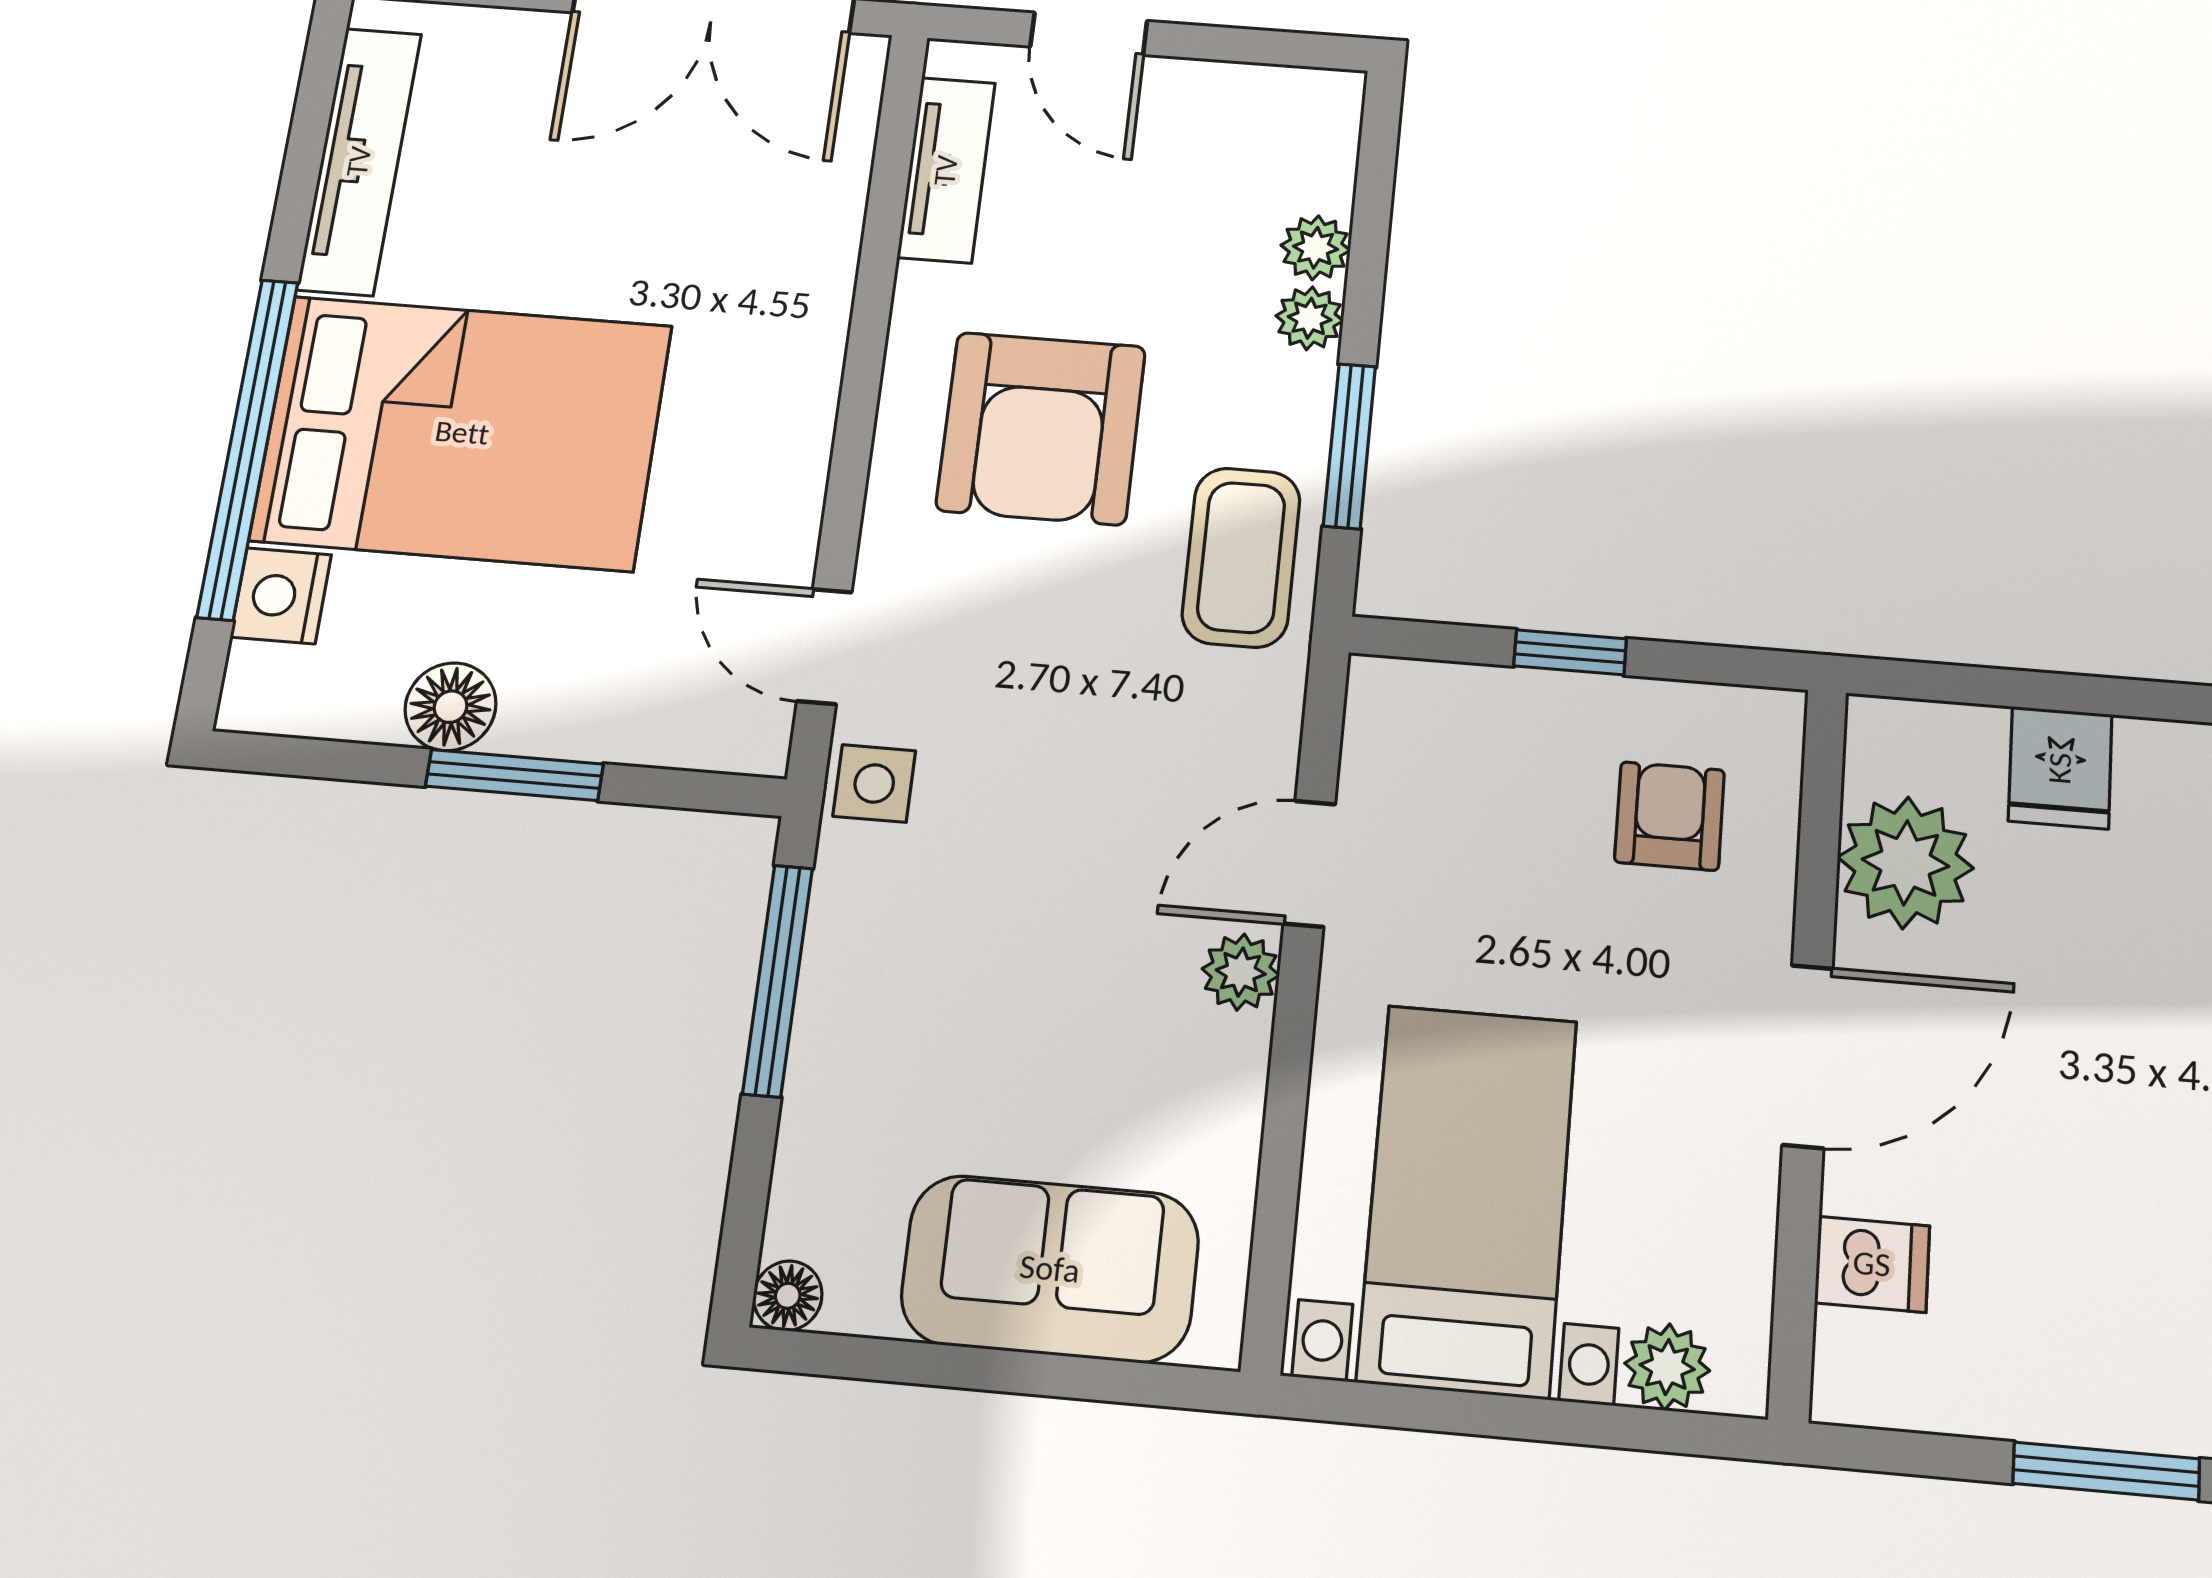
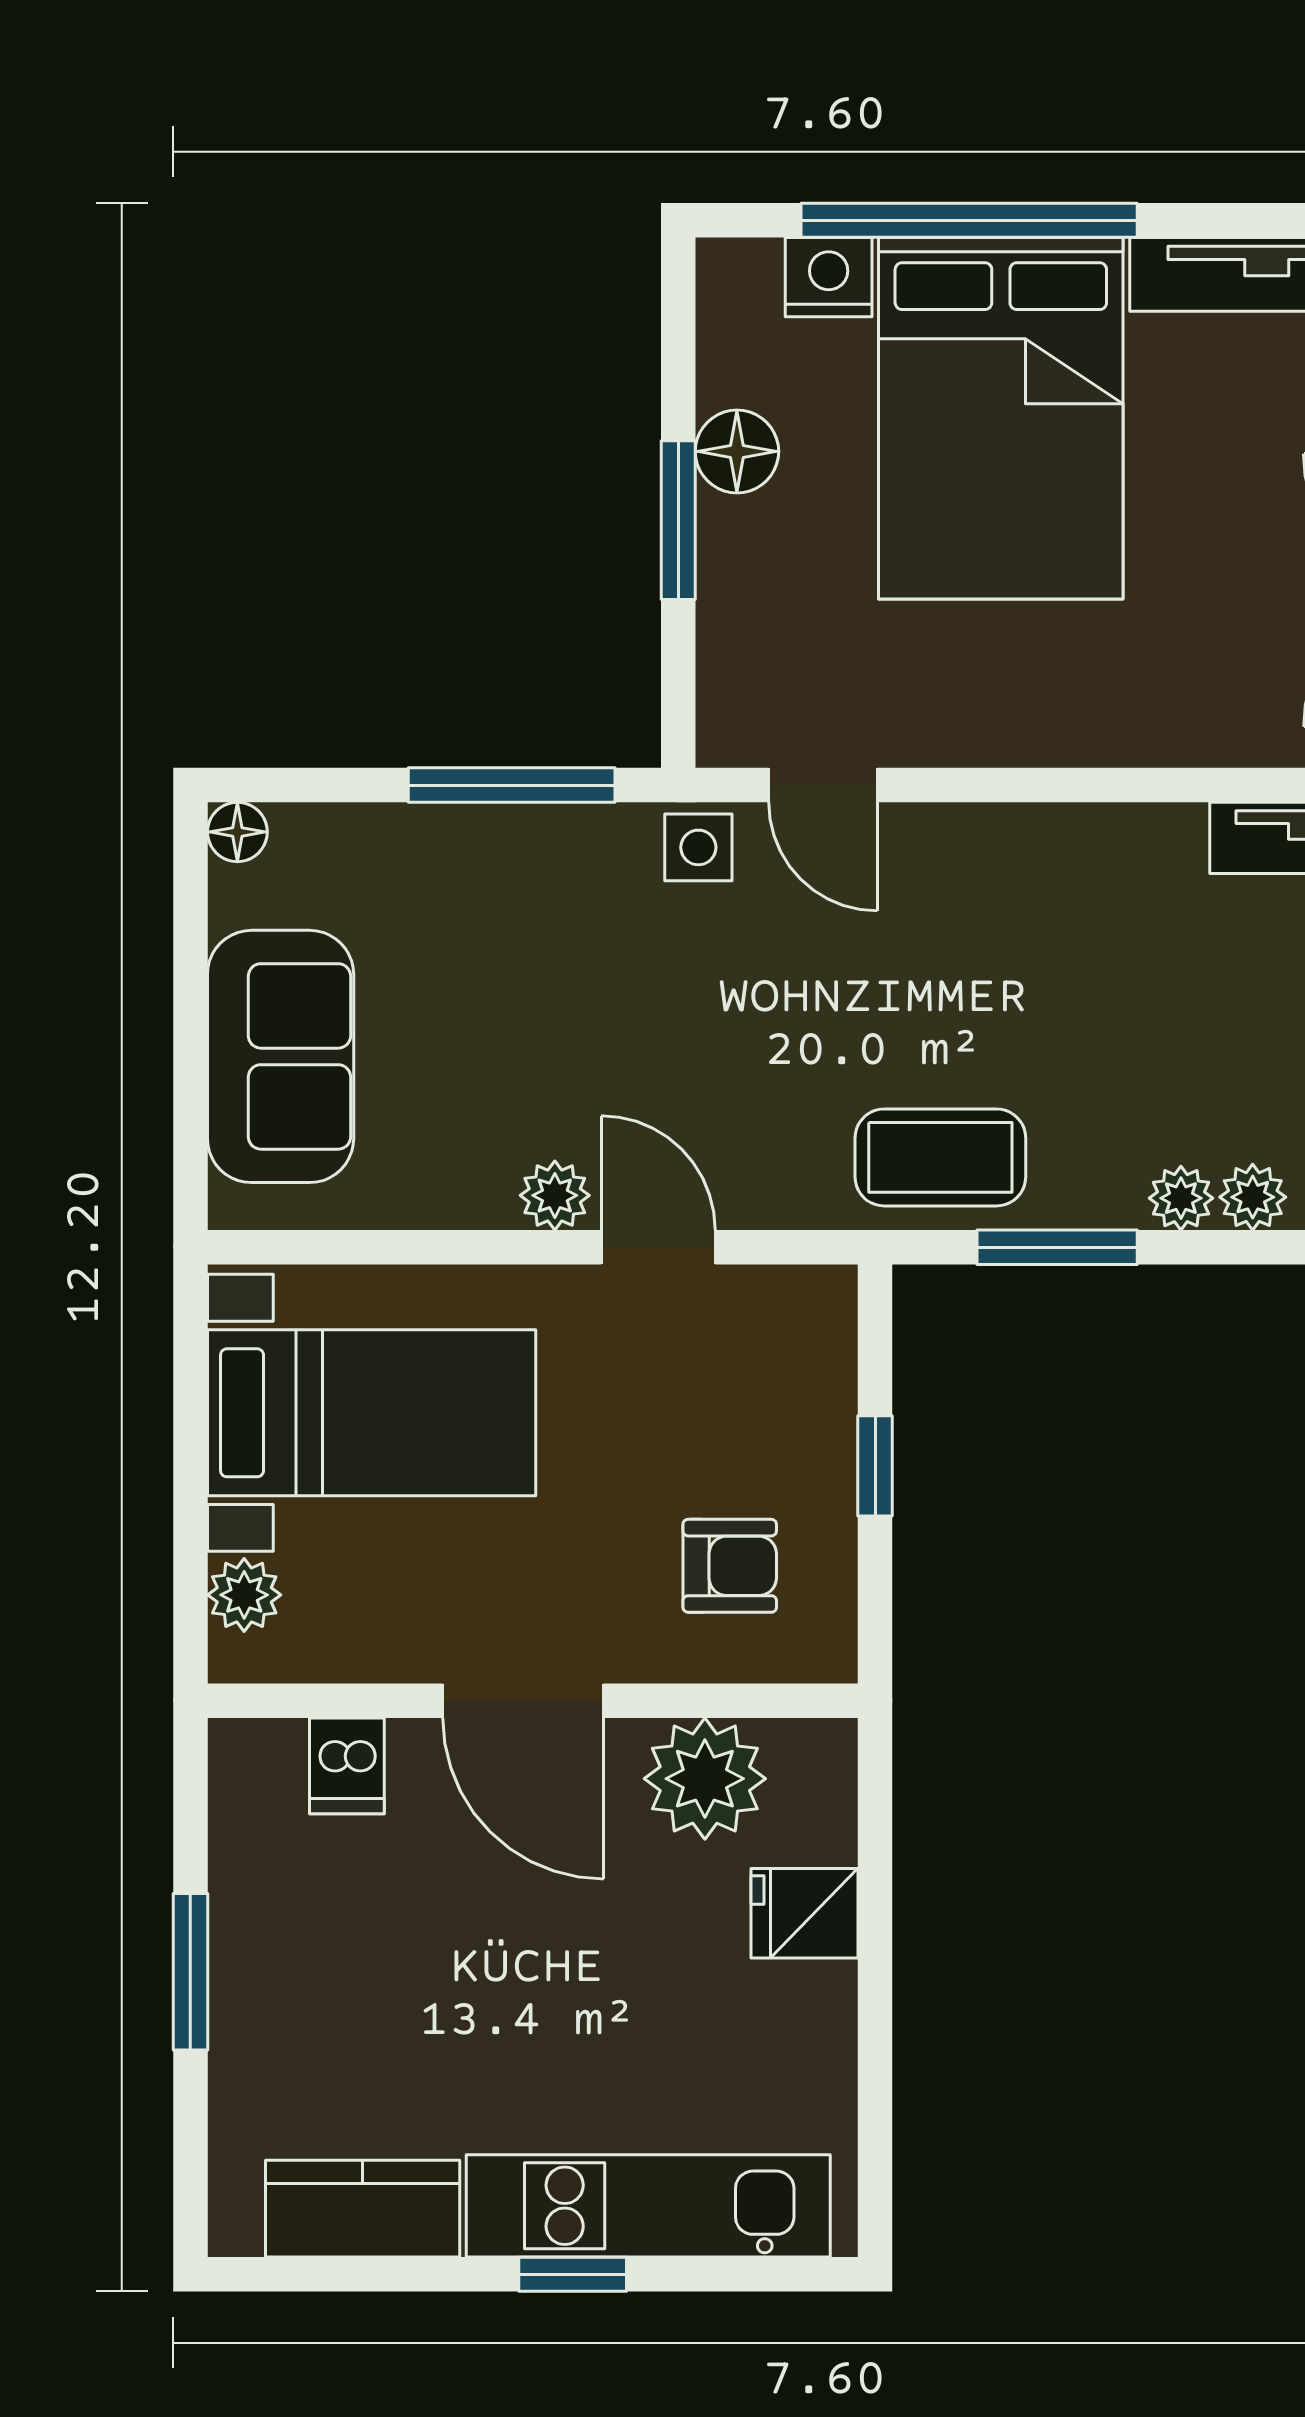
armchair: (1041, 428) -> (1051, 959), removed
door: (824, 647) -> (823, 785), swing flipped

